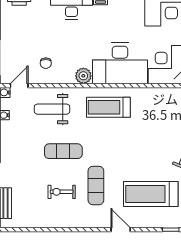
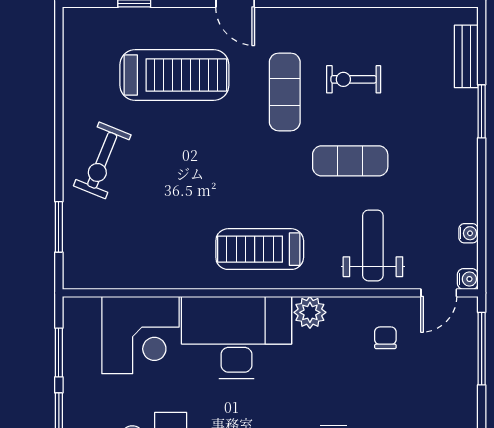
treadmill: (108, 107) -> (260, 249), turned 180
weight bench: (52, 109) -> (373, 245), turned -90
exercise bike: (62, 192) -> (354, 79), turned 180

